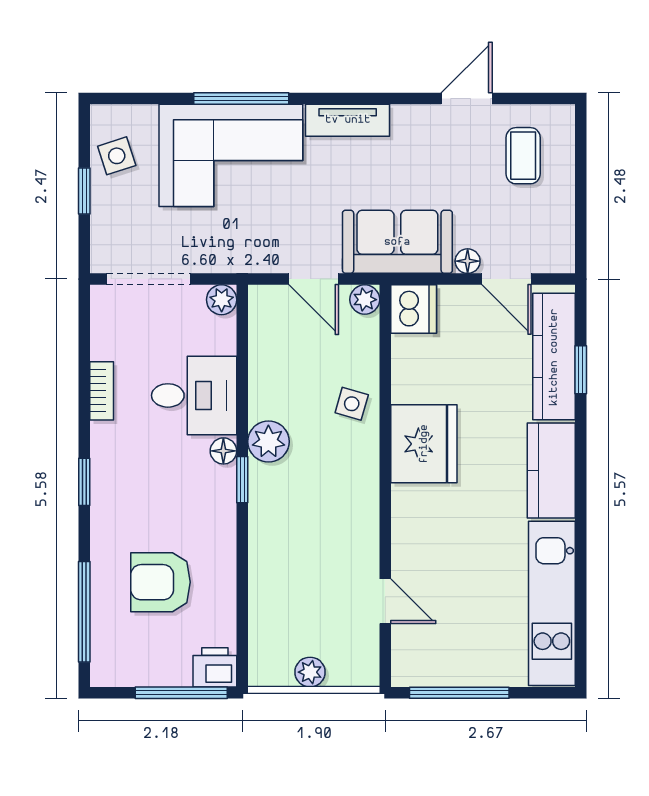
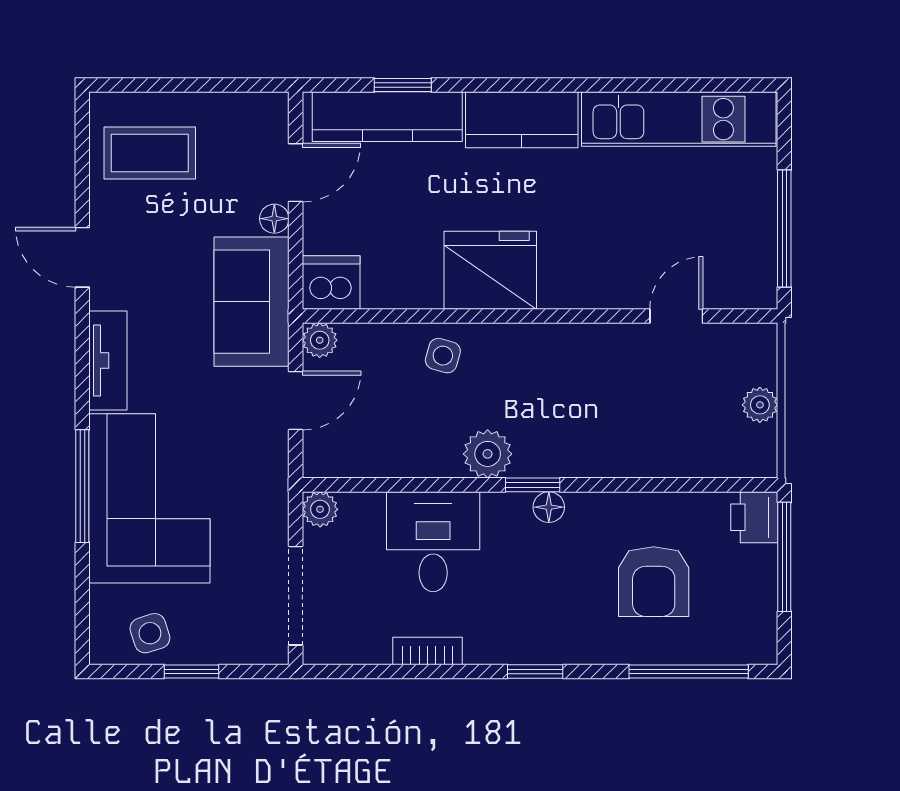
door: (467, 99) -> (82, 257), moved
coffee table: (523, 156) -> (150, 153), width x1.36, depth x1.30
floor lamp: (223, 451) -> (549, 507), moved

